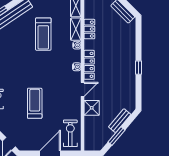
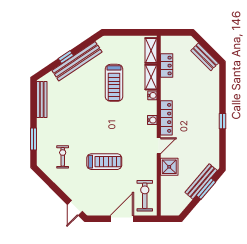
locker: (89, 29) -> (167, 66), moved
treadmill: (35, 103) -> (104, 162), turned 90
bench: (120, 121) -> (201, 181), width x1.36
window: (116, 136) -> (206, 189), moved

